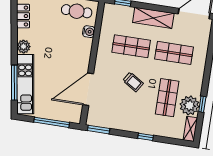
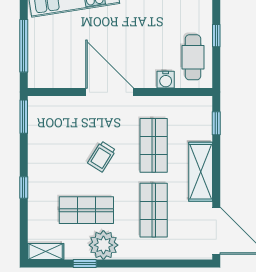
door: (88, 89) -> (110, 92), moved
plant: (190, 105) -> (103, 245), moved

